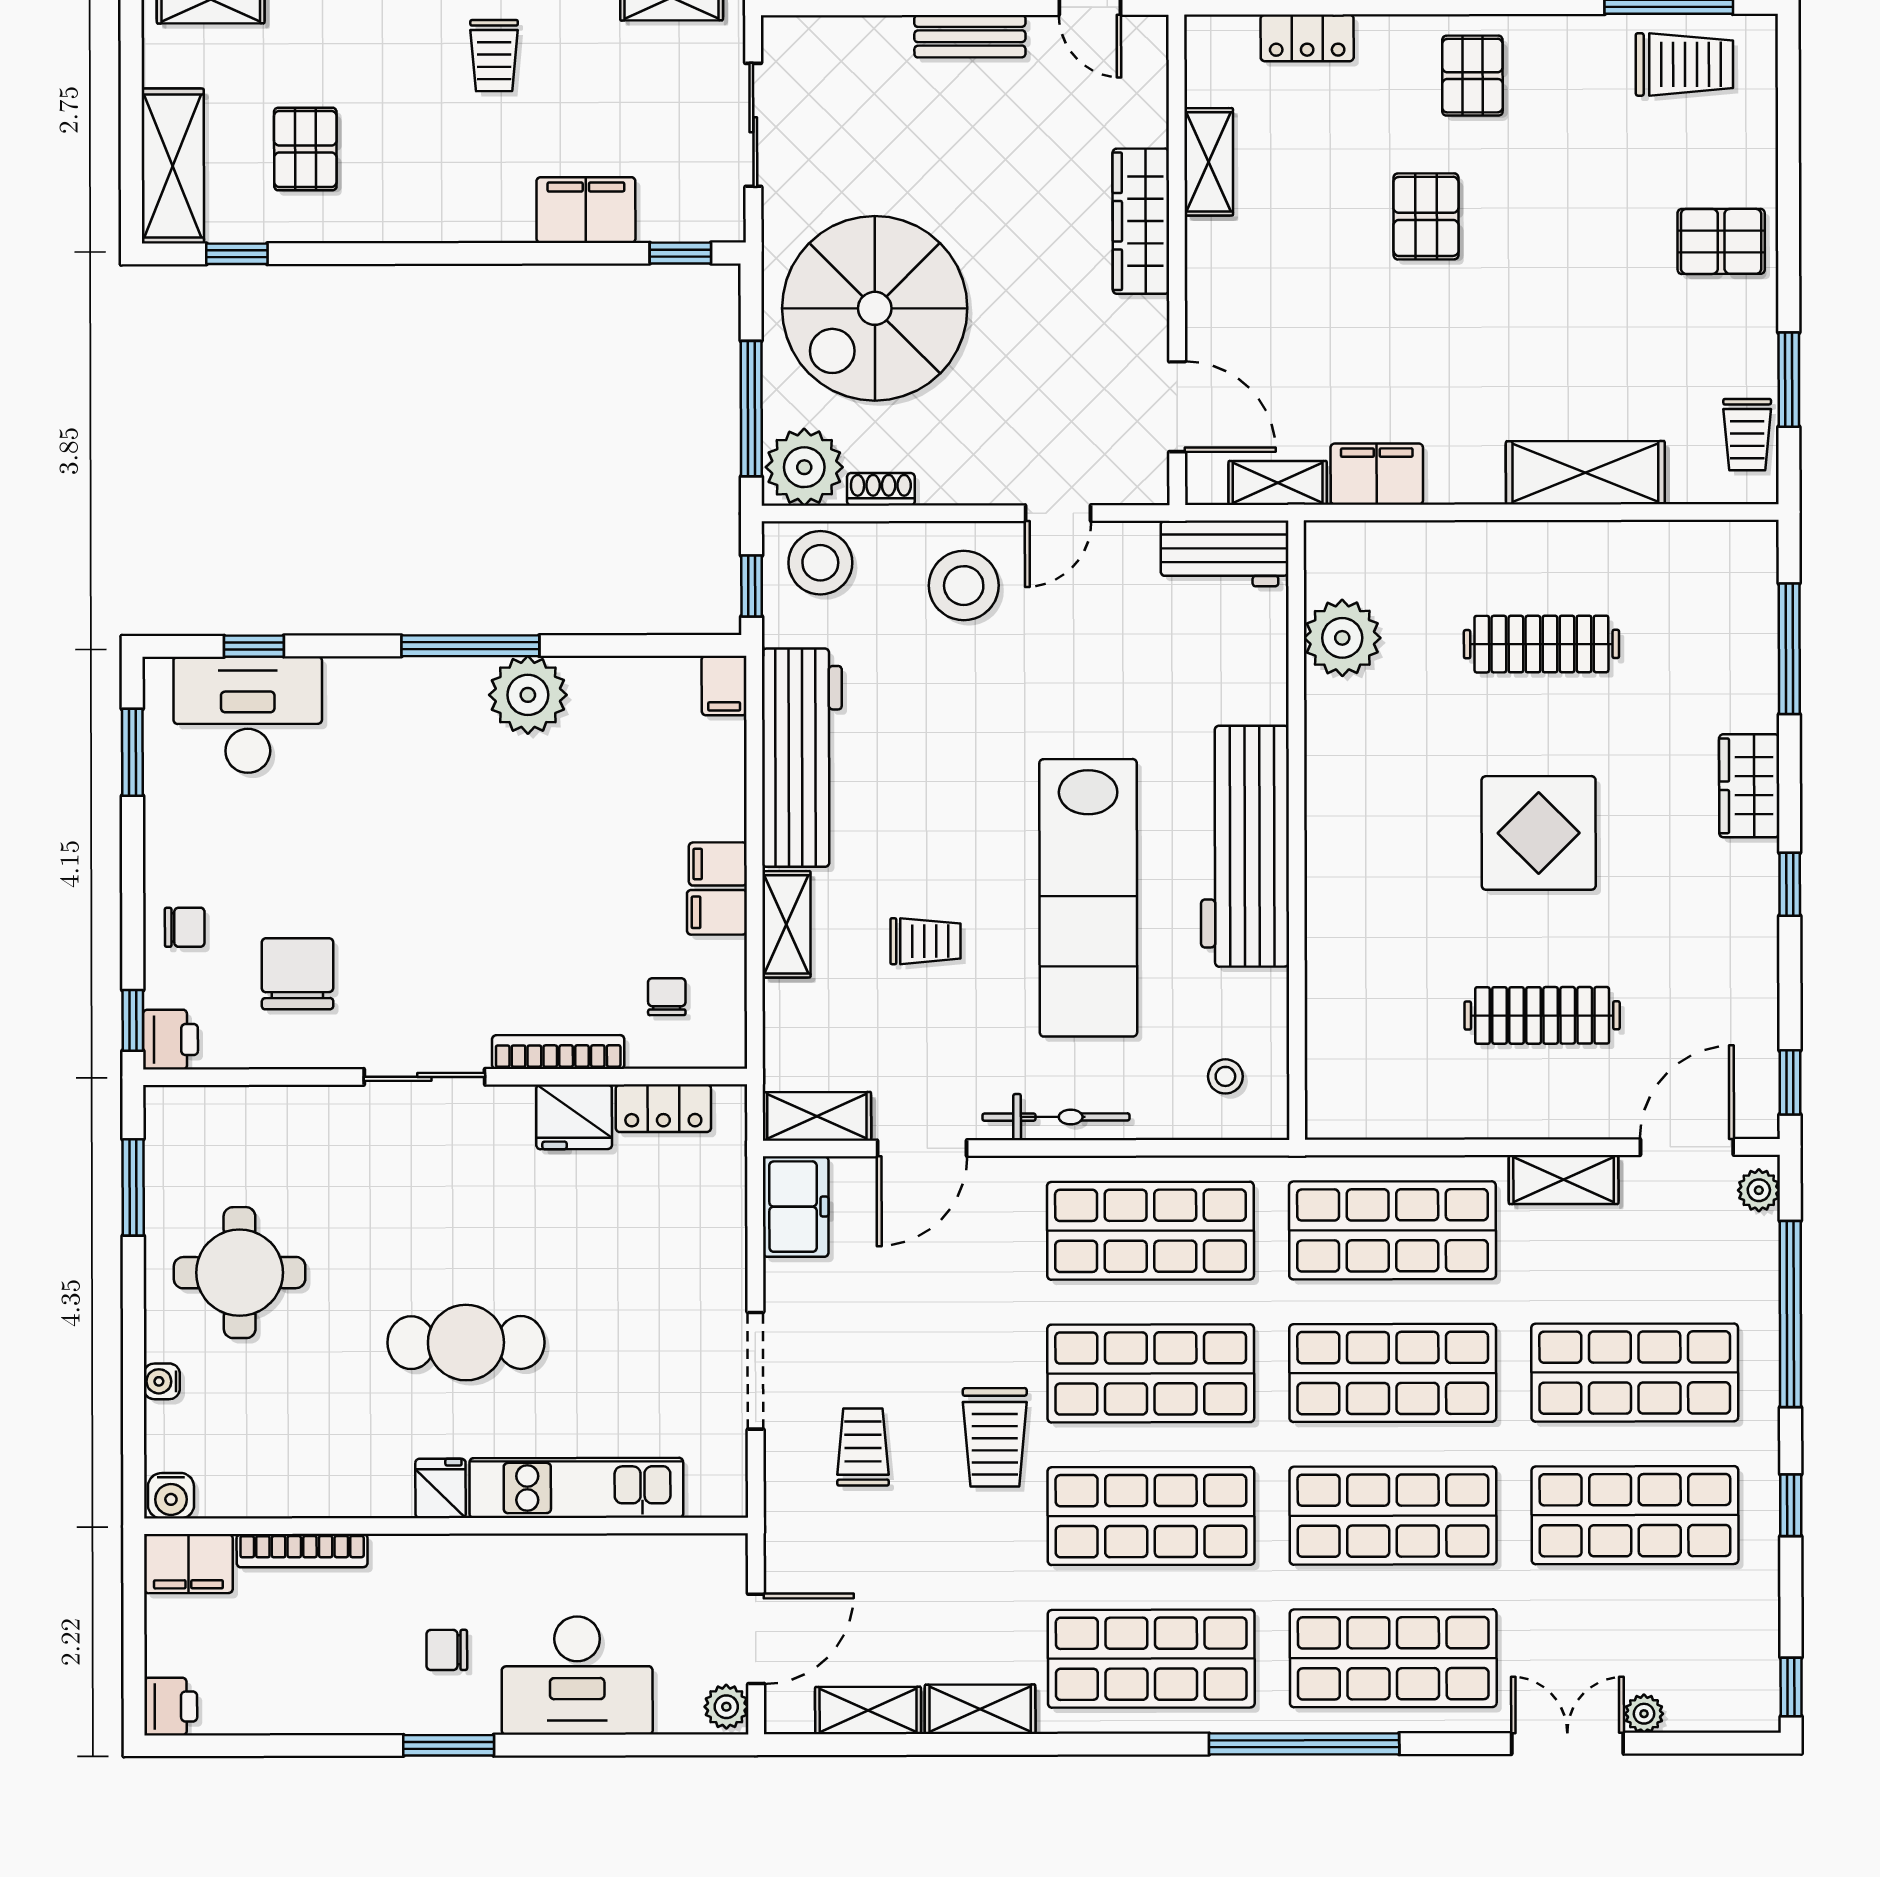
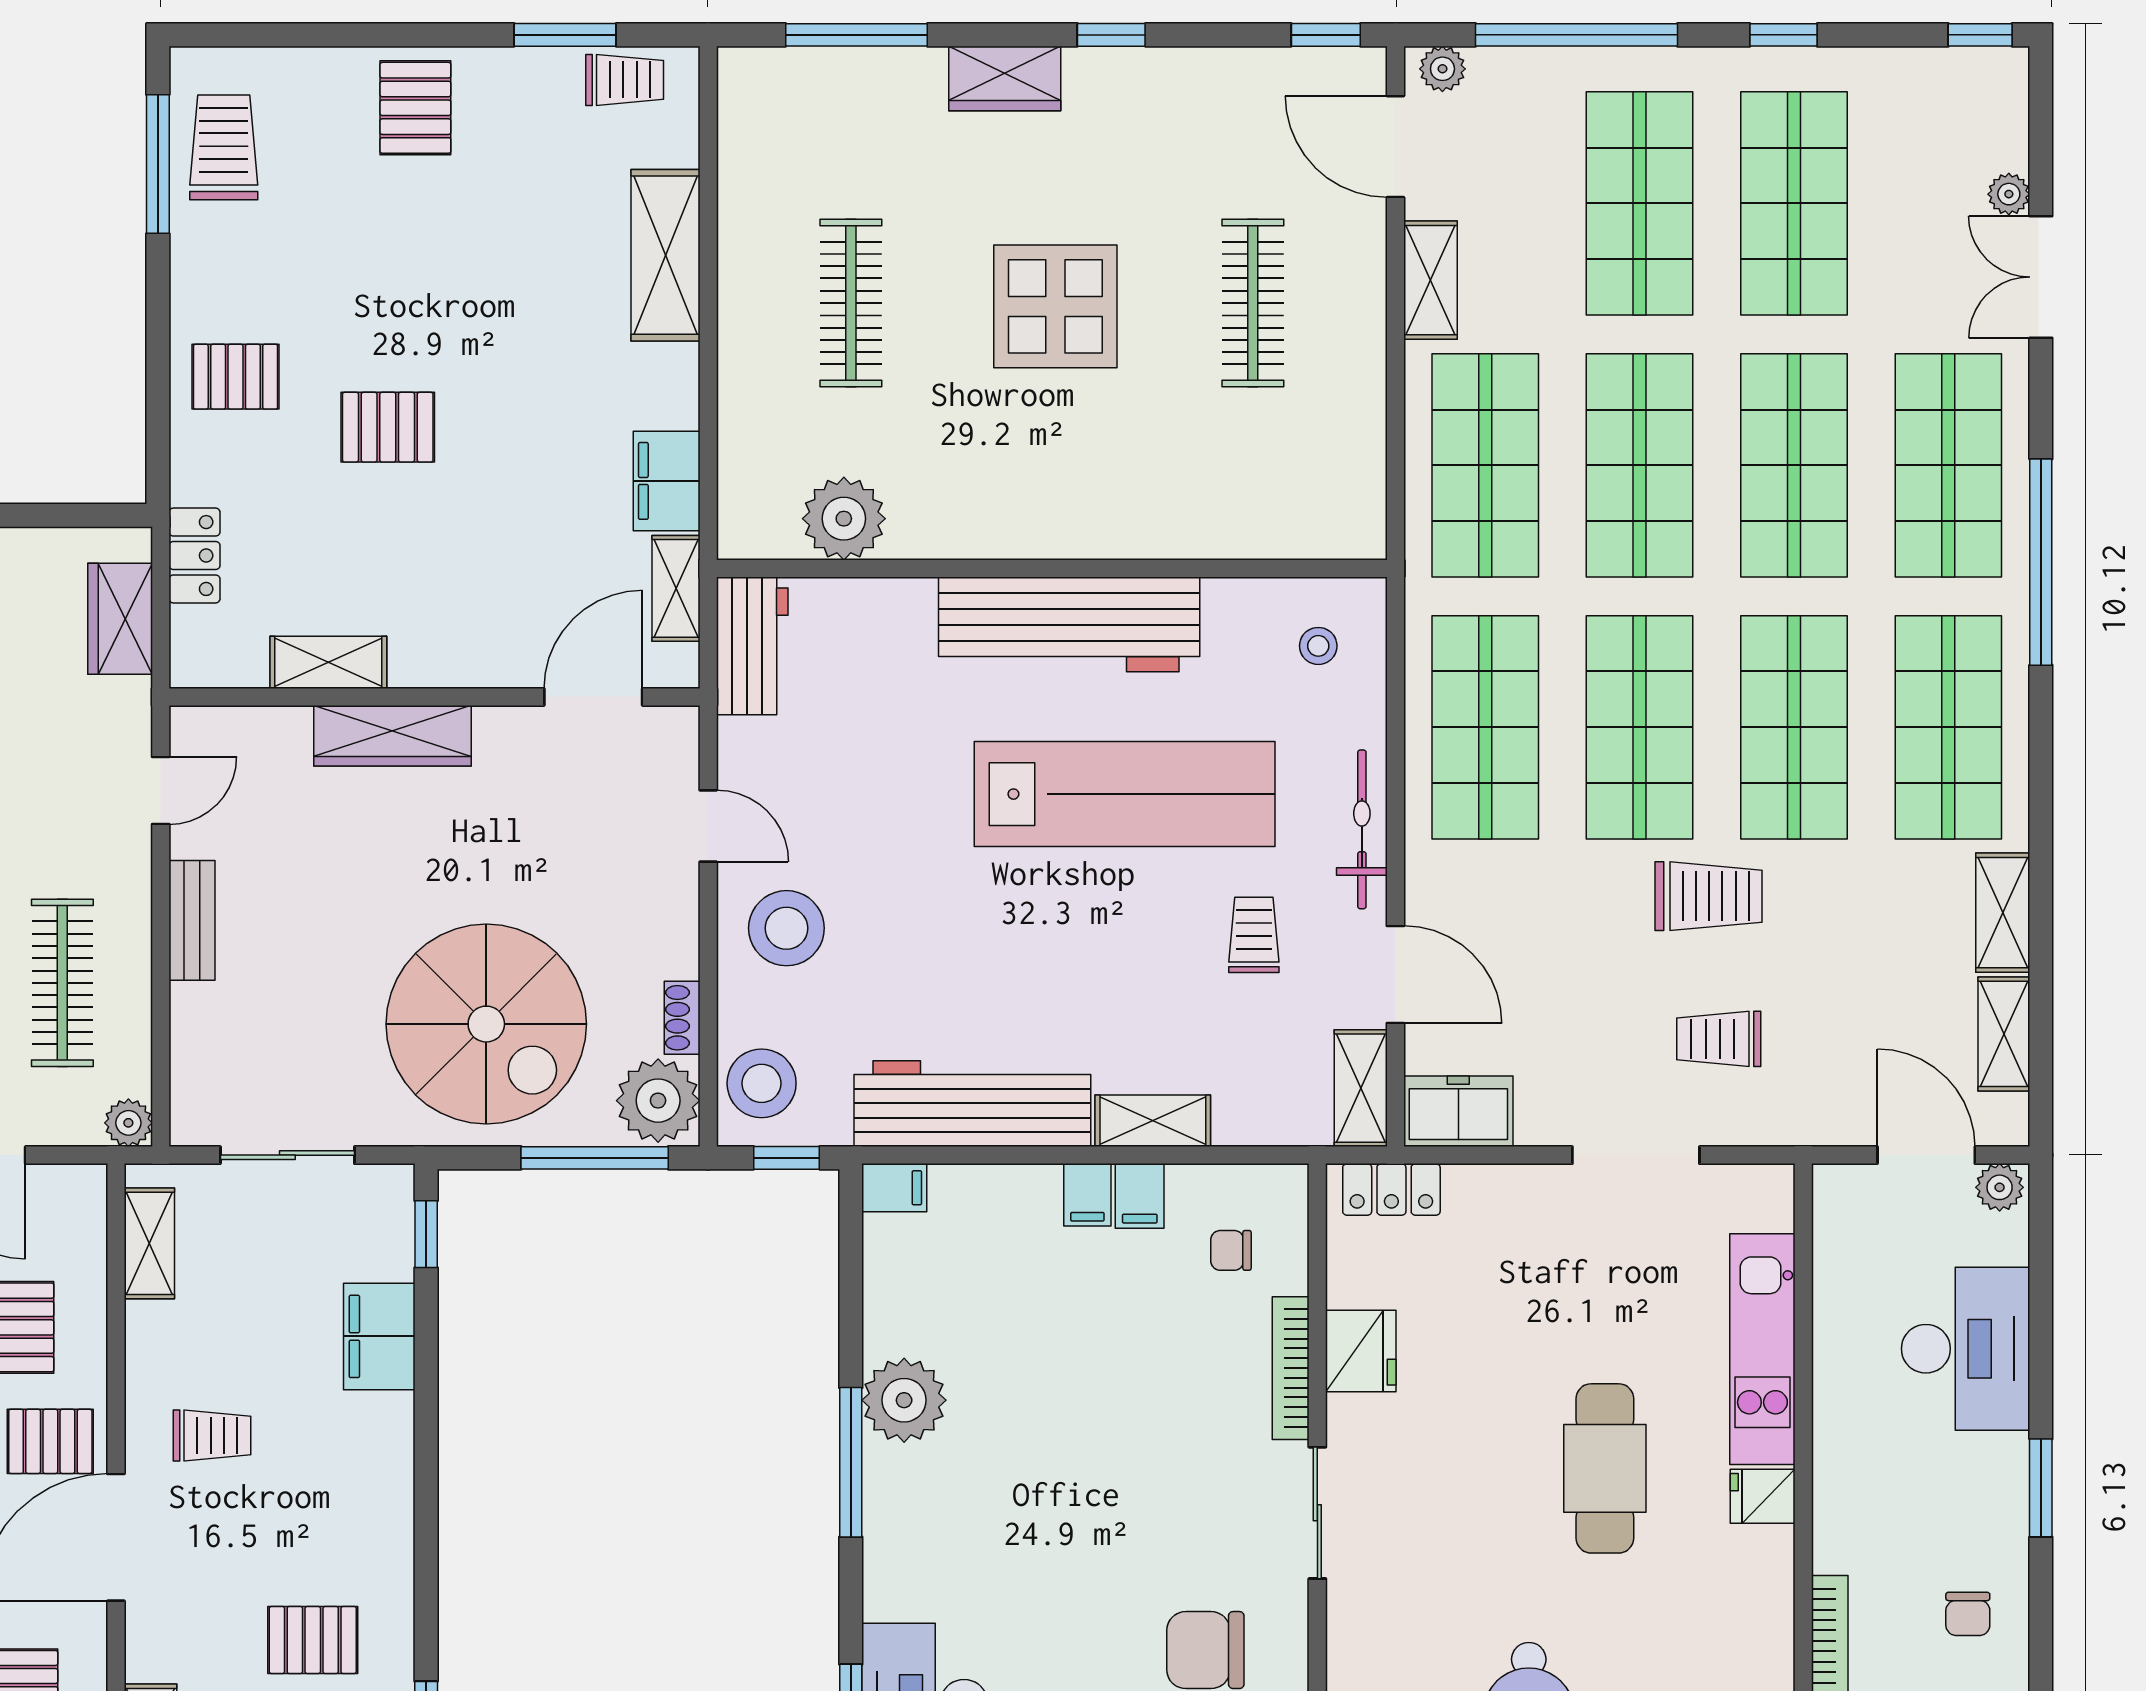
trolley: (925, 941) -> (1254, 935), moved
locker: (663, 1108) -> (1391, 1189), moved, turned 90
chair: (447, 1650) -> (1968, 1614), moved

